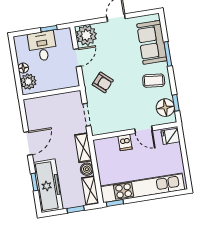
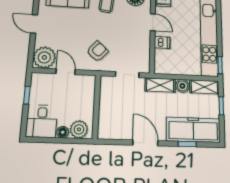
desk: (42, 46) -> (42, 121), moved, turned -90
door: (143, 130) -> (153, 22), hinge flipped

